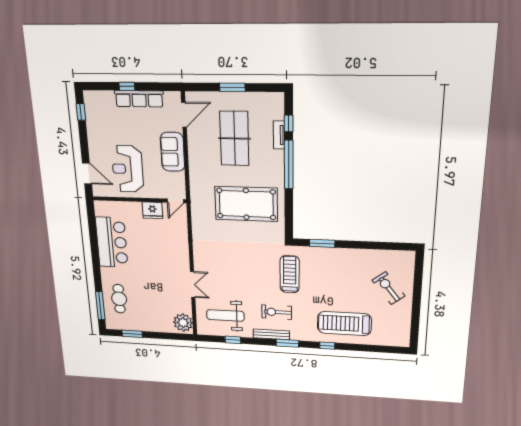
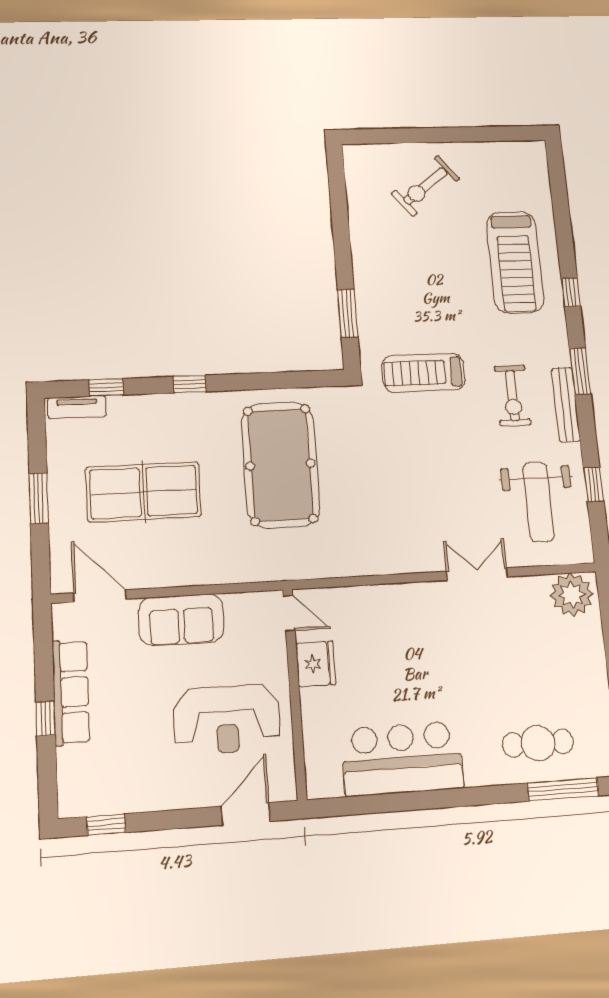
tv unit: (279, 135) -> (77, 407), moved
window: (289, 165) -> (190, 384), width x0.32

